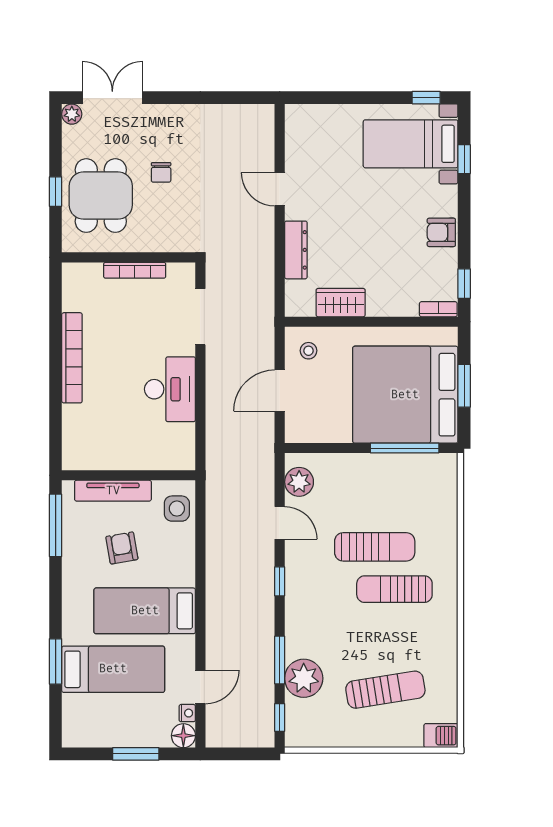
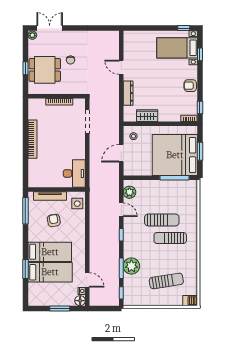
dining table: (101, 196) -> (45, 70), turned 90
desk: (170, 389) -> (74, 173), moved
bed: (145, 611) -> (50, 252), moved, turned 180
plant: (304, 678) -> (131, 266), moved
door: (200, 687) -> (87, 280), hinge flipped

